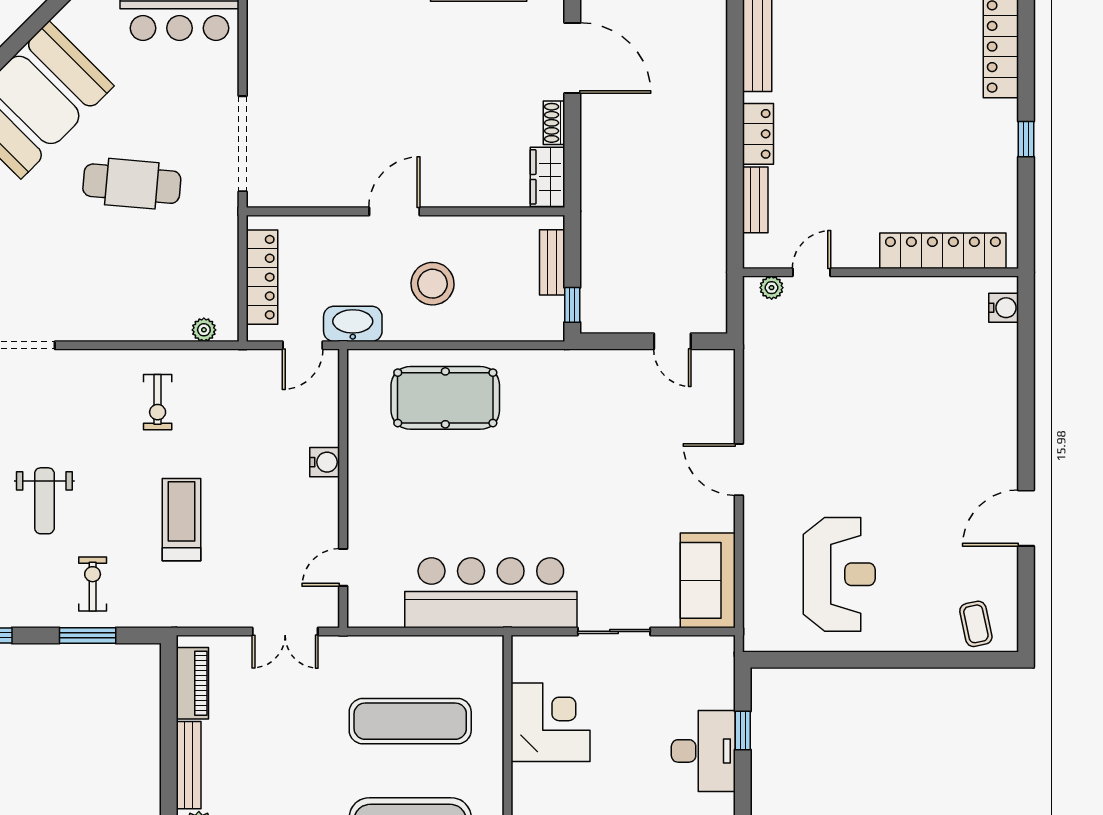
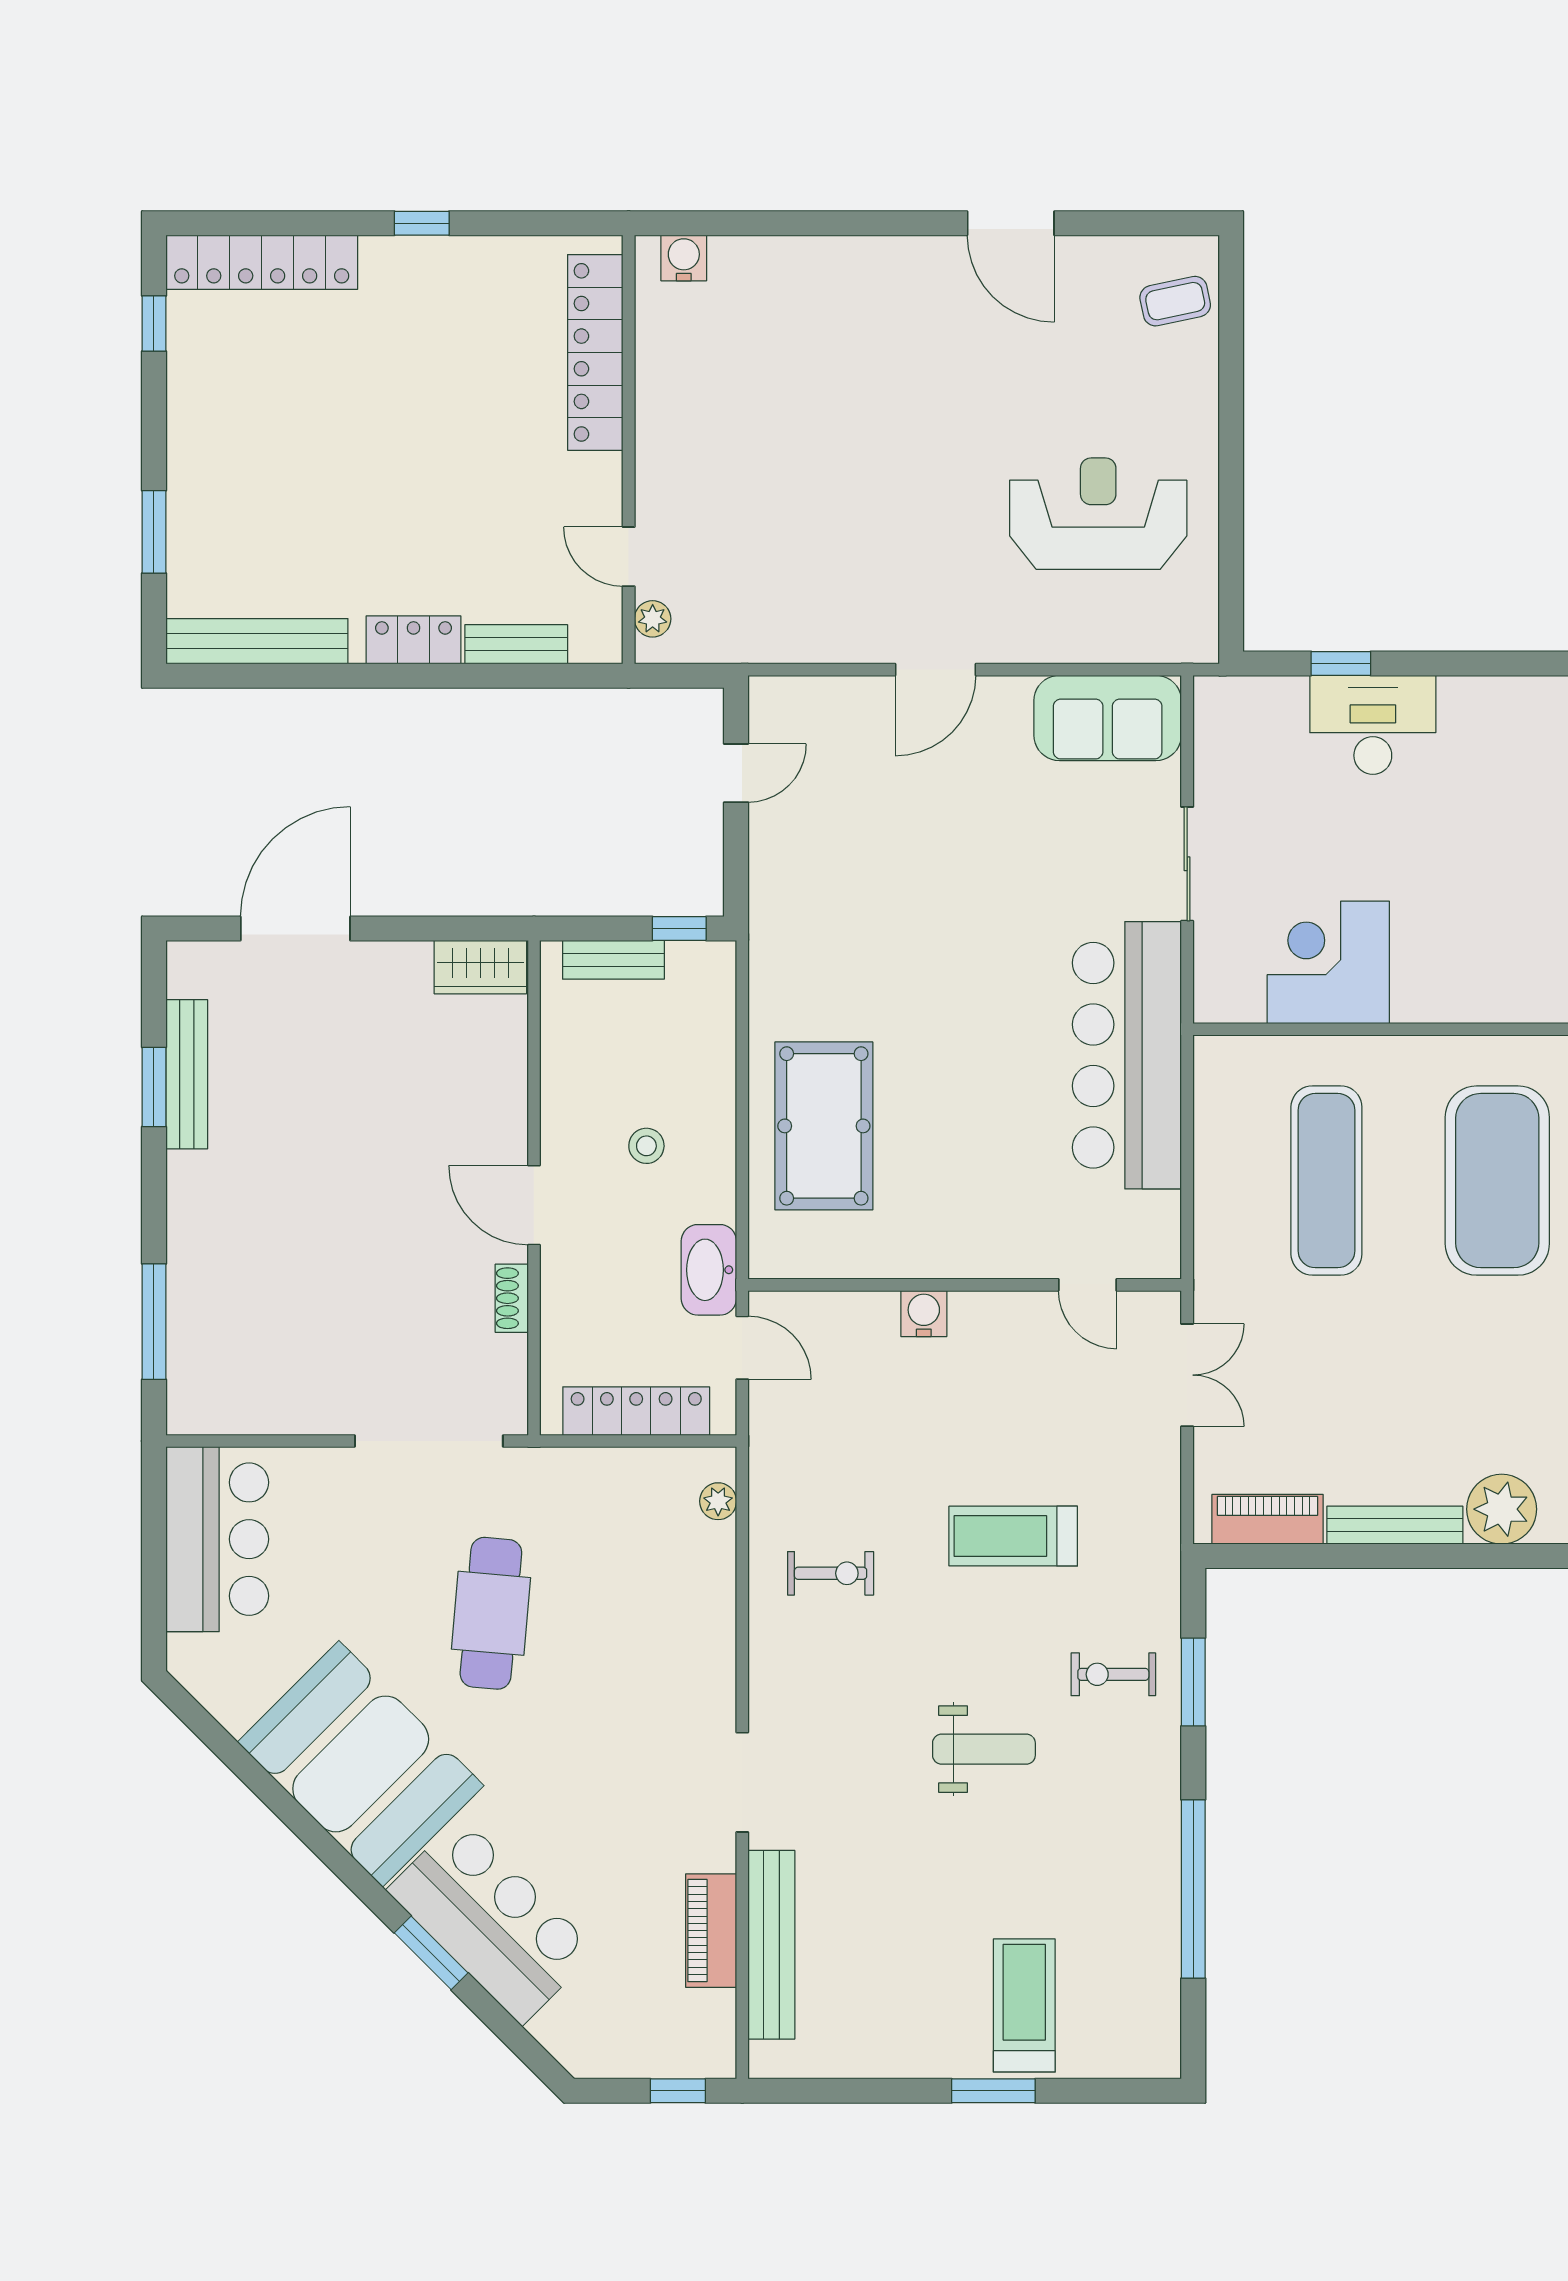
shoe rack: (554, 123) -> (512, 1298), moved, turned 90
stool: (433, 284) -> (646, 1146), width x0.53, depth x0.53

